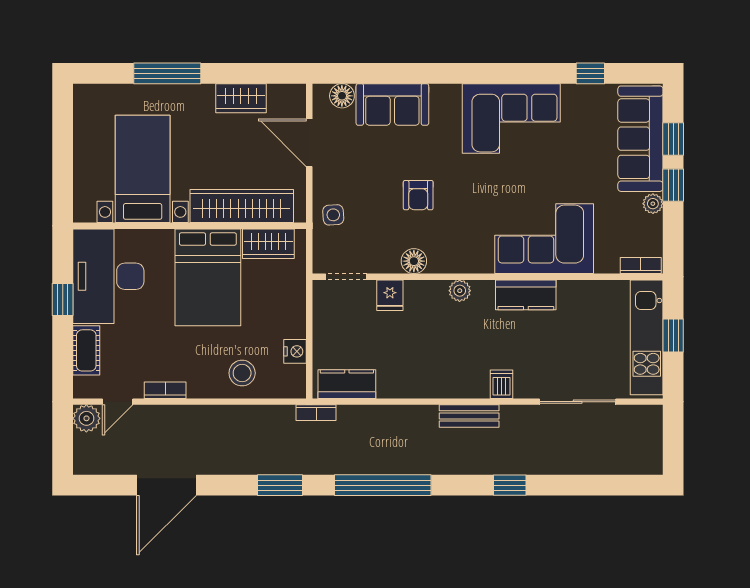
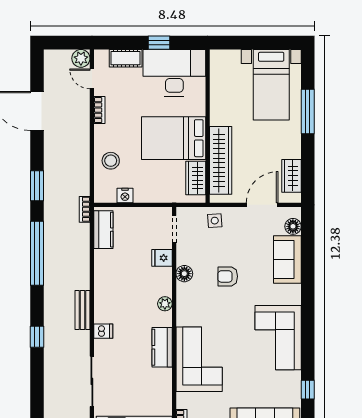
wardrobe: (241, 98) -> (291, 176), moved
bed with nightstands: (143, 169) -> (271, 85), moved, turned 90

